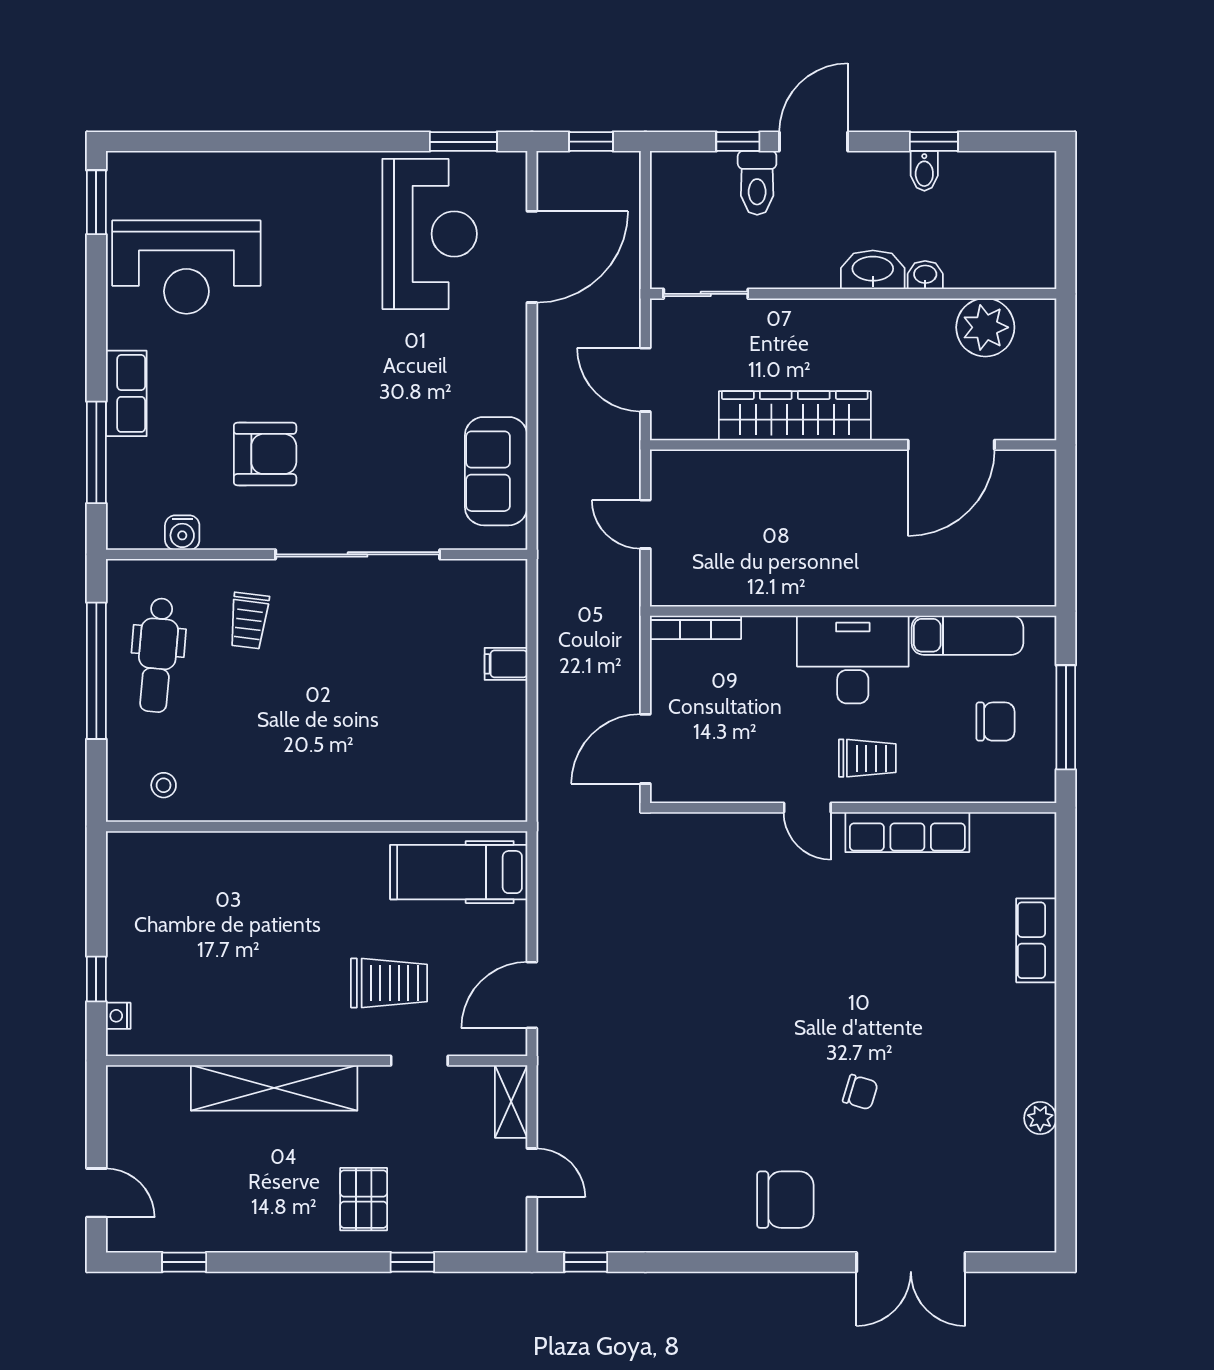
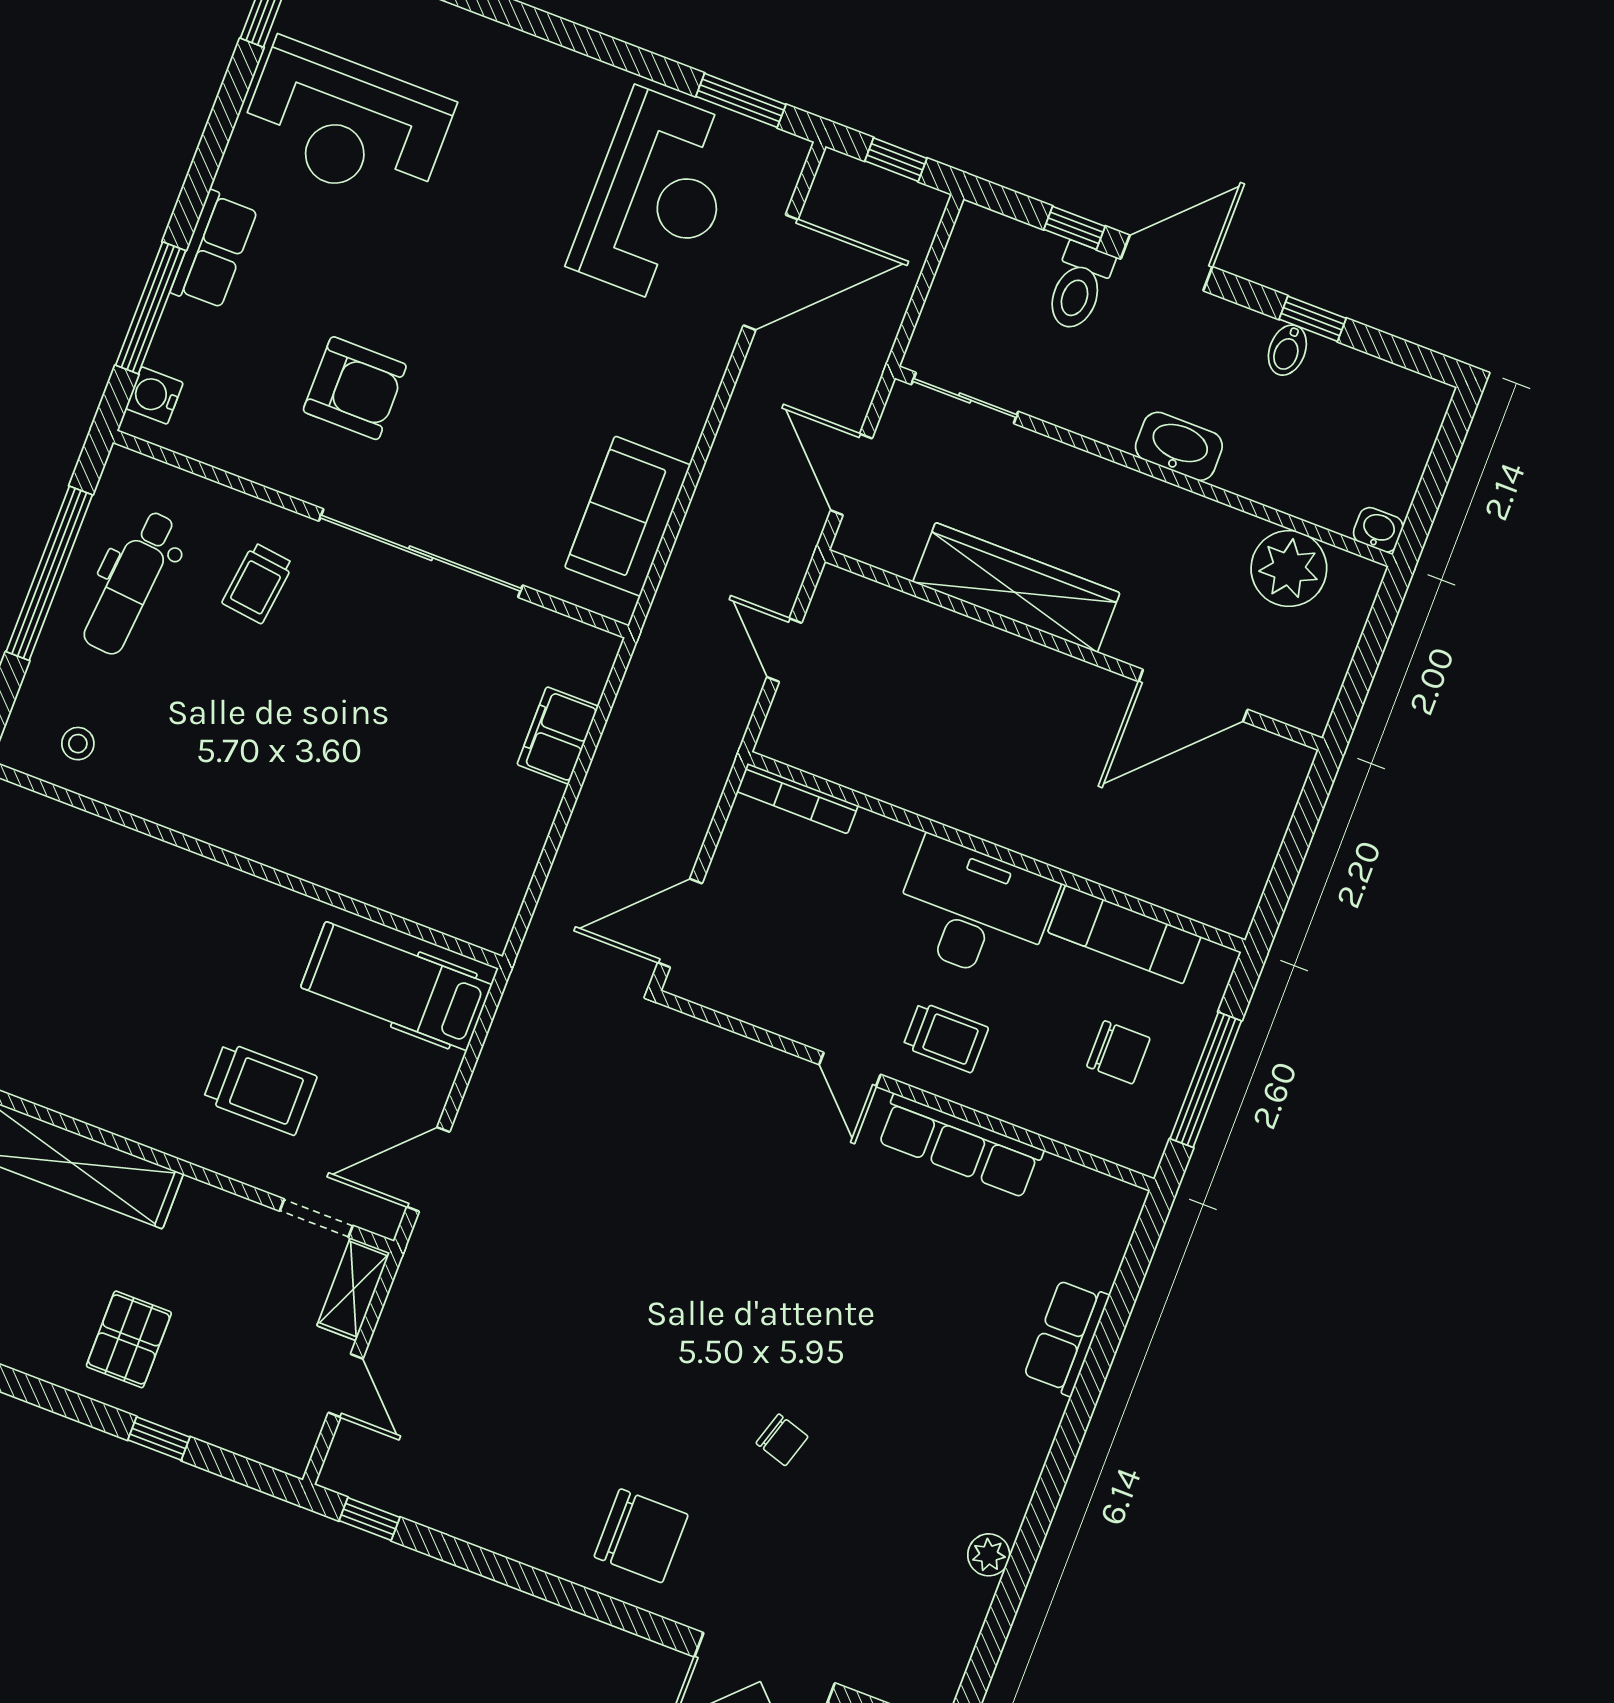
washbasin: (925, 275) -> (1378, 530), moved
water cooler: (182, 533) -> (154, 396), moved, turned 90
filing cabinet: (506, 664) -> (558, 735), width x2.00
doorway: (419, 1061) -> (316, 1218), moved

